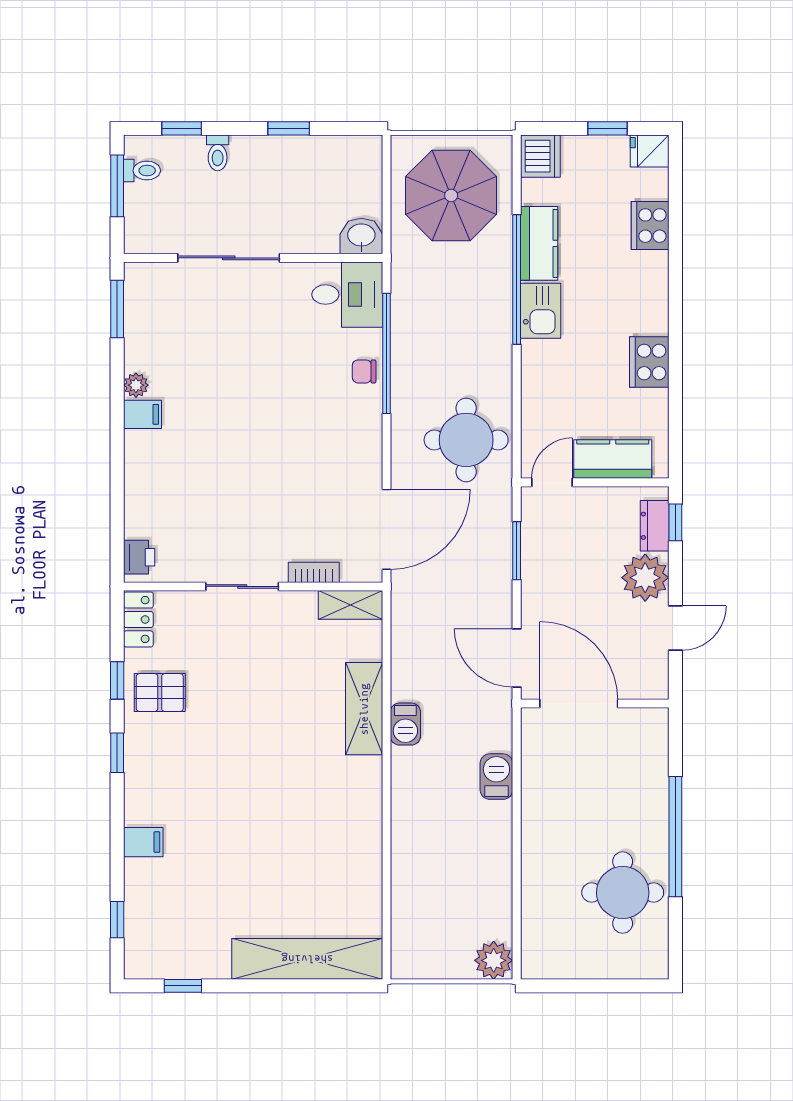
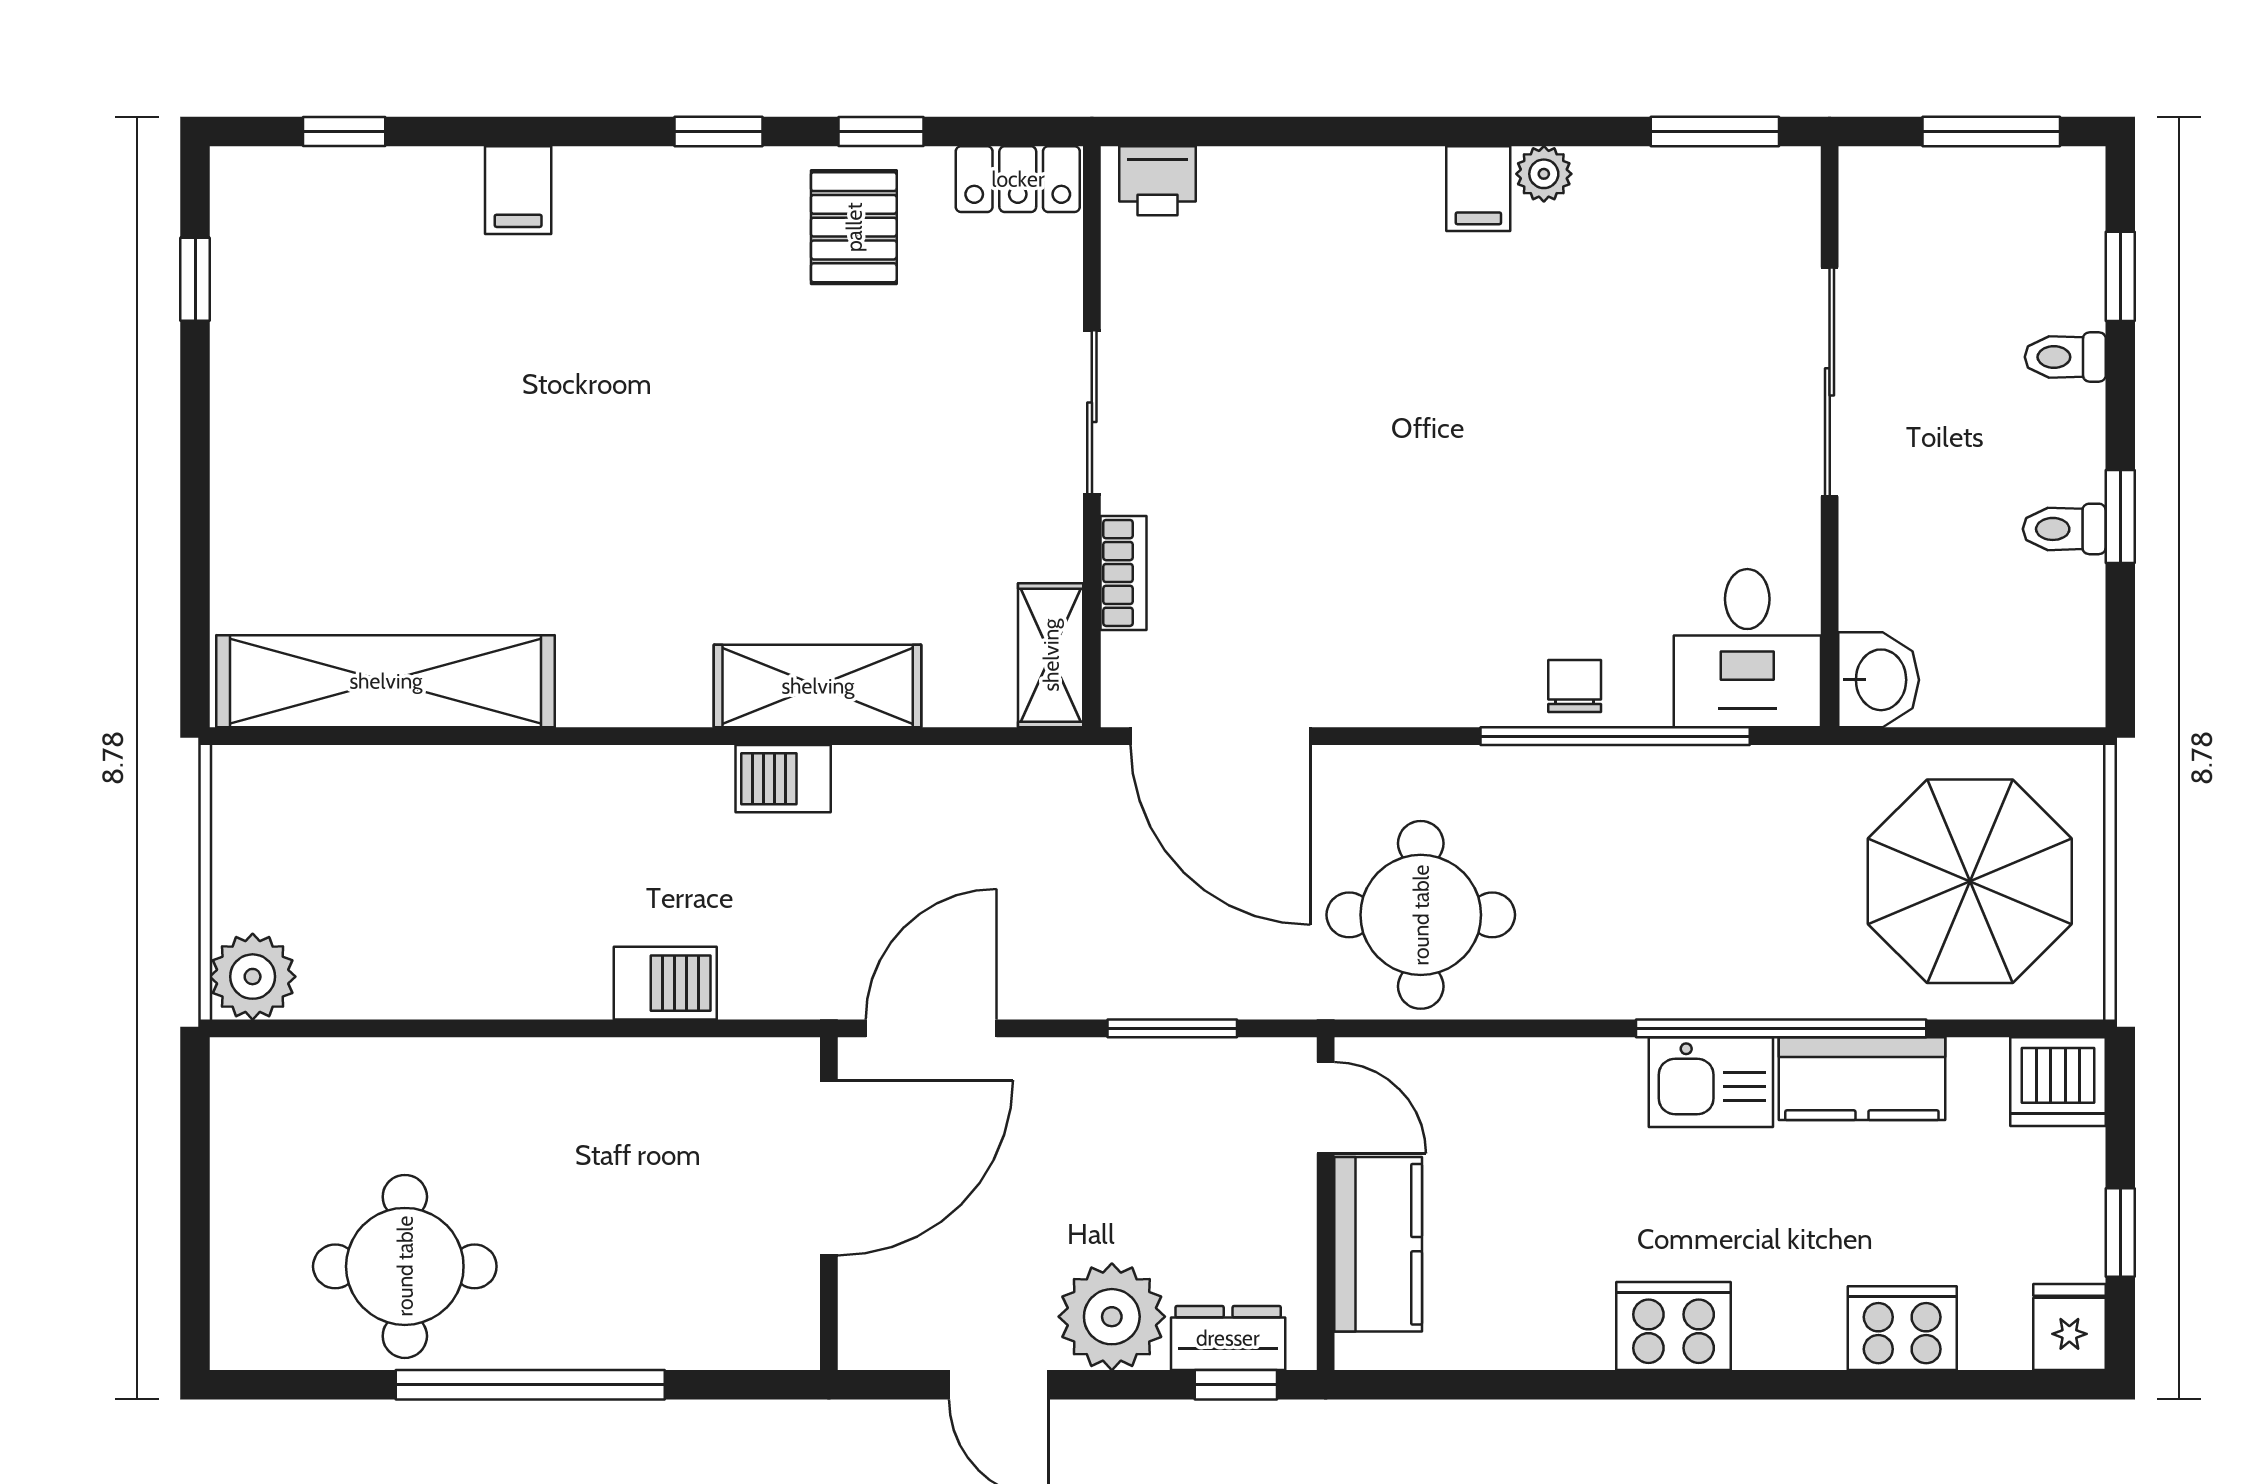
toilet: (142, 171) -> (2064, 529), moved, turned 90
cooker: (649, 362) -> (1674, 1326), moved
shelving: (307, 959) -> (386, 681), moved, turned 90

